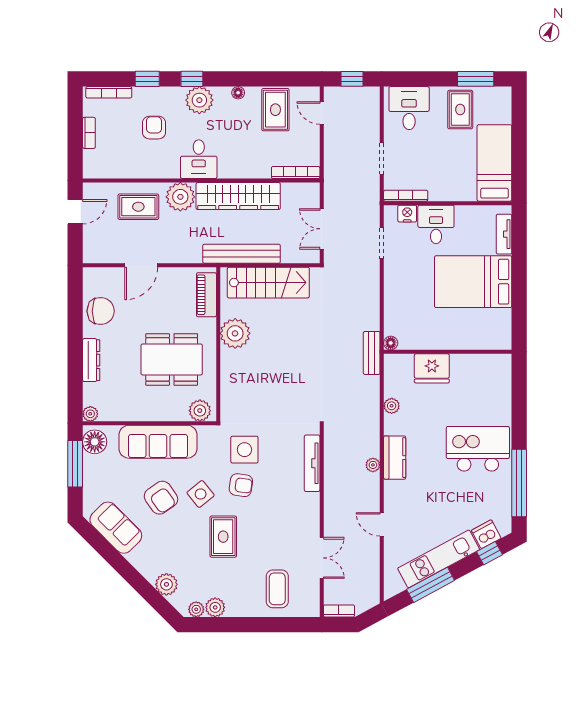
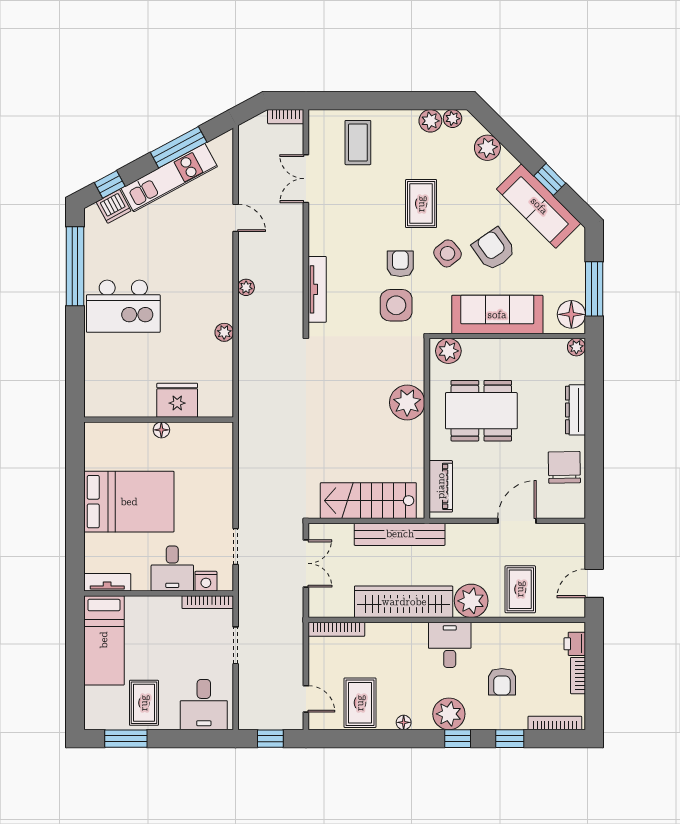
printer: (92, 160) -> (575, 644), added
rug: (138, 207) -> (520, 589), turned 90
tv unit: (504, 234) -> (107, 582), moved, turned -90
chair: (101, 311) -> (564, 467), turned 89
plant: (235, 333) -> (407, 403), moved
floor lamp: (391, 343) -> (161, 430), moved
bench: (372, 353) -> (247, 418), removed
plant: (392, 406) -> (224, 332), moved
kitchen counter: (395, 458) -> (221, 296), removed
armchair: (241, 485) -> (400, 264), turned 82
sofa: (116, 528) -> (539, 206), width x1.36
window: (113, 557) -> (550, 179), added

